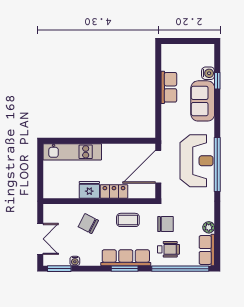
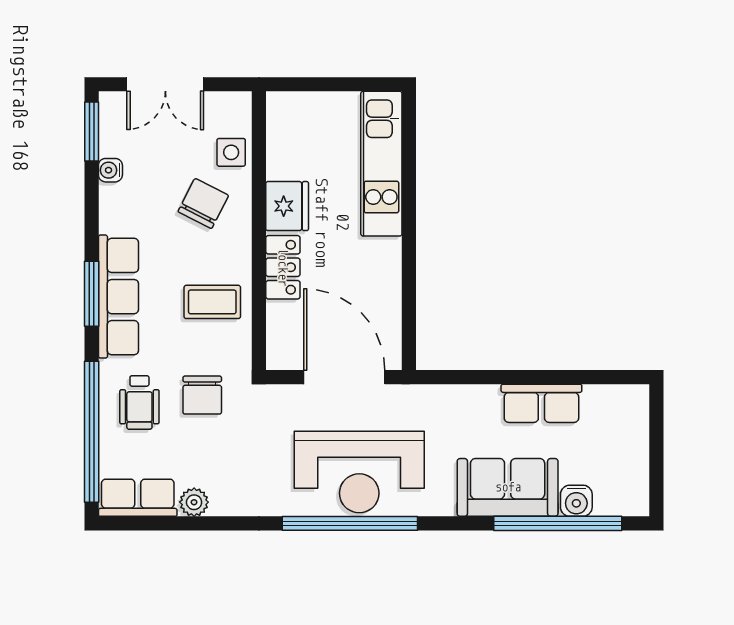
window: (217, 81) -> (558, 523), width x3.17
side table: (68, 212) -> (231, 152), added
coffee table: (128, 220) -> (212, 302), turned 90

